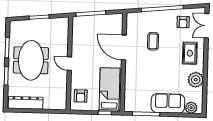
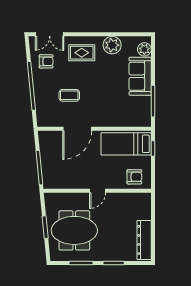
meeting table: (31, 60) -> (74, 230), moved

